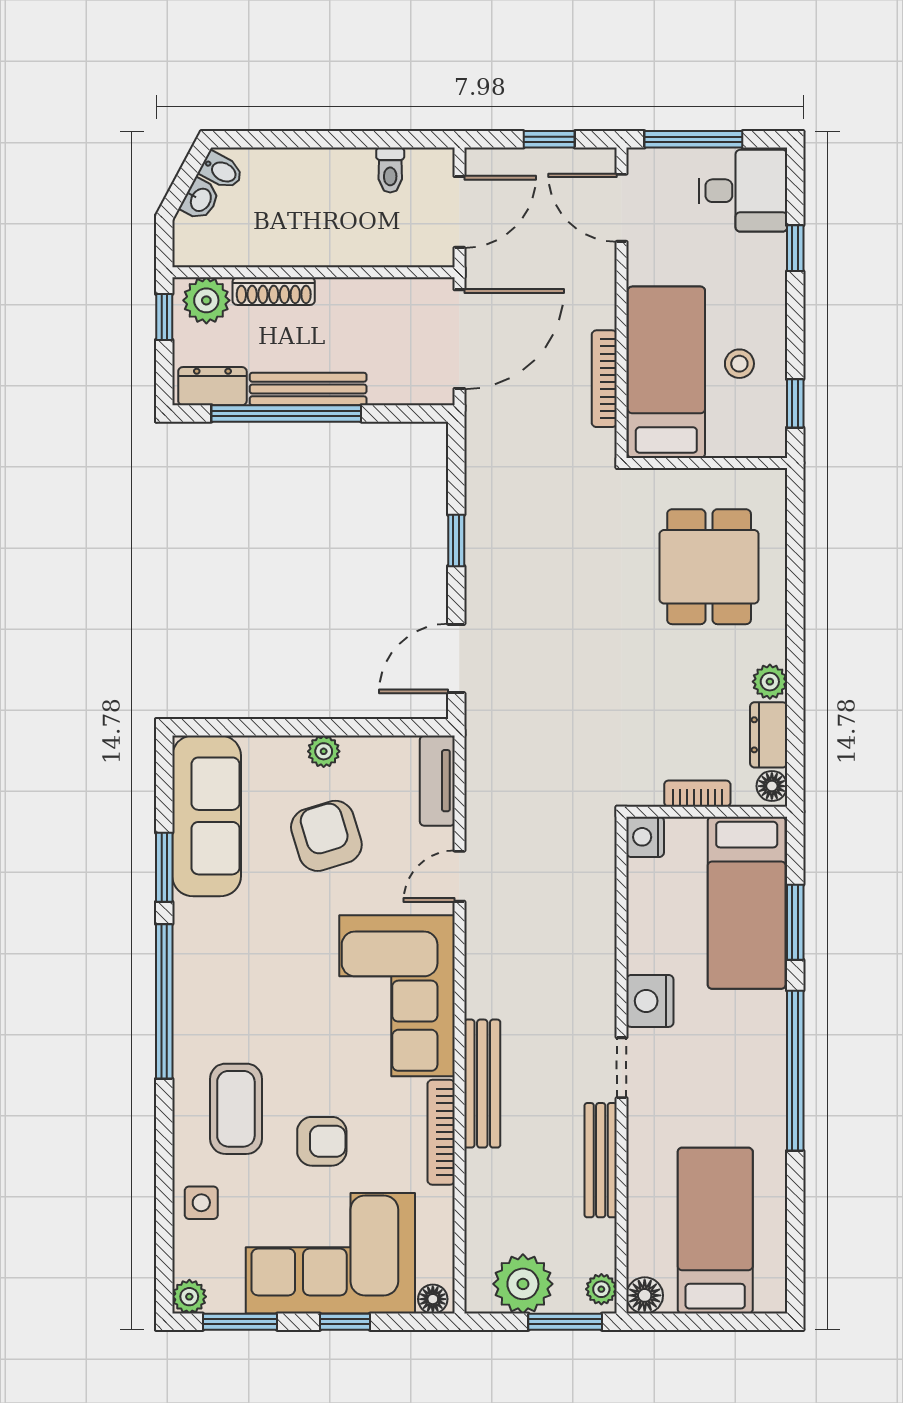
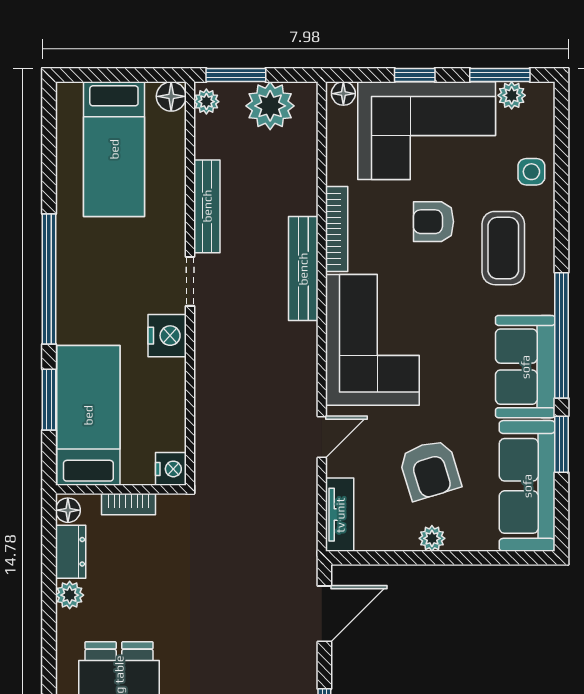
sofa: (209, 963) -> (525, 367), added
plant: (189, 1297) -> (512, 95), moved

